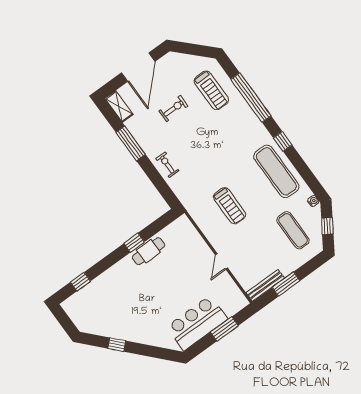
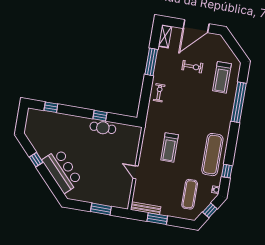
window: (283, 141) -> (227, 171), moved
door: (222, 261) -> (136, 172), hinge flipped
bar counter: (197, 323) -> (62, 171), moved, turned 47

